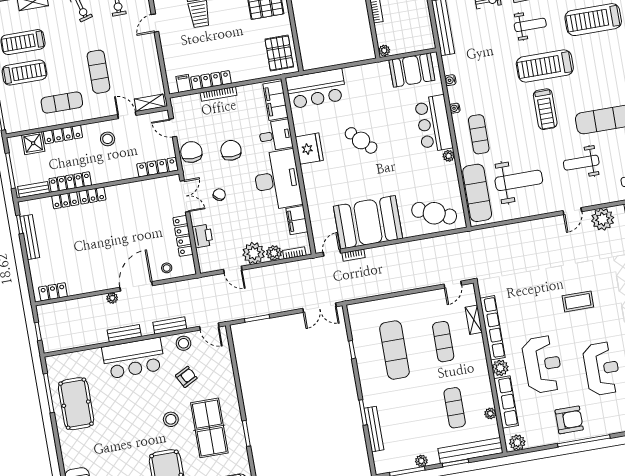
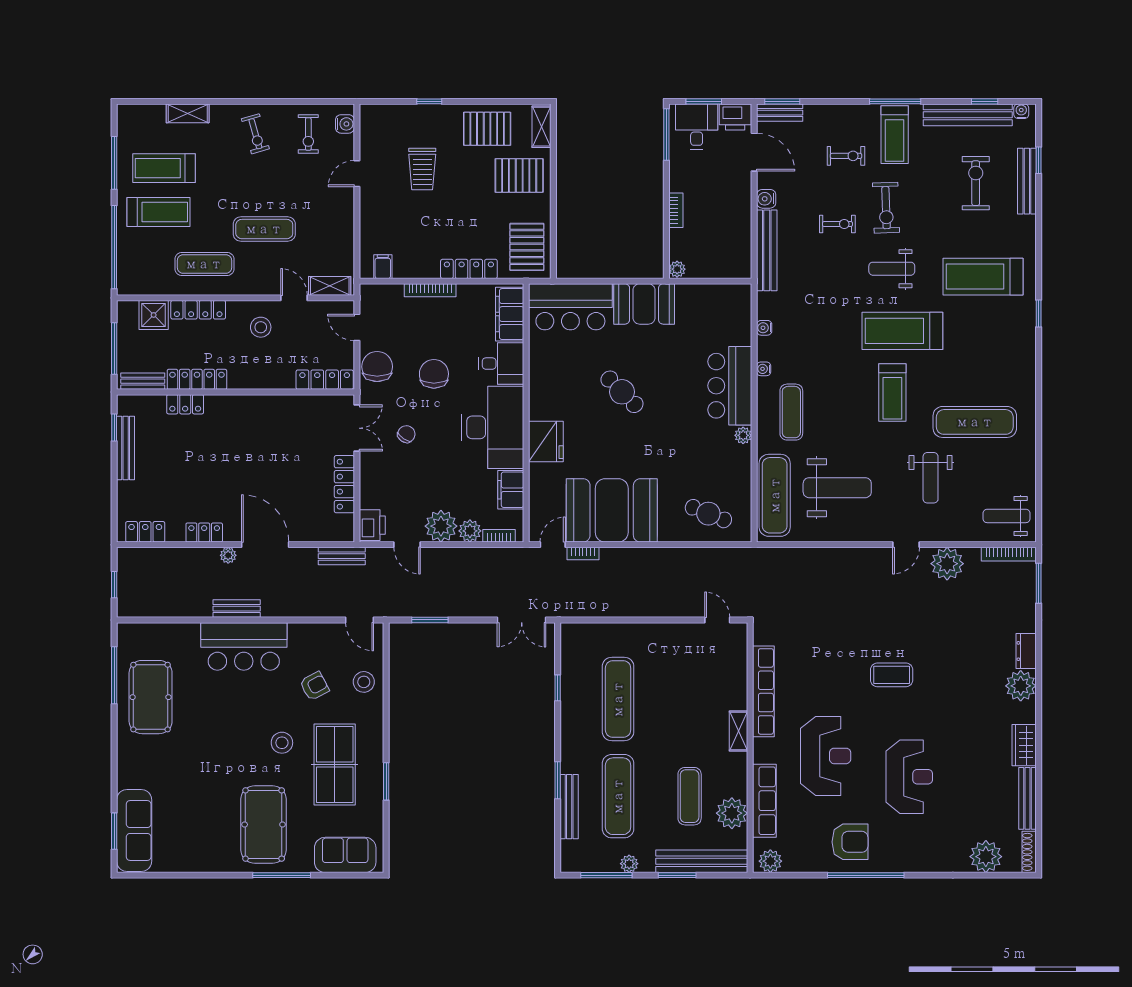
weight bench: (530, 25) -> (892, 269), turned 180
booth: (412, 70) -> (644, 304), moved
exercise mat: (98, 72) -> (264, 229), turned 90
locker: (211, 80) -> (469, 269), moved
fridge: (309, 149) -> (546, 441), moved
weight bench: (581, 163) -> (931, 478), turned -90
locker: (92, 196) -> (204, 533), moved, turned 180
cafe table: (434, 213) -> (708, 514), width x0.73, depth x0.74
printer: (202, 236) -> (372, 525), moved
stool: (167, 268) -> (313, 526), removed
door: (453, 285) -> (717, 620), swing flipped
door: (136, 286) -> (265, 545), hinge flipped
shelving: (474, 320) -> (738, 731), moved
bench: (170, 325) -> (342, 556), moved
exercise mat: (443, 342) -> (618, 796), moved, width x1.36, depth x1.45
stool: (184, 343) -> (364, 682), moved
plant: (500, 368) -> (764, 751), removed
plant: (490, 414) -> (732, 813), width x1.88, depth x1.88

